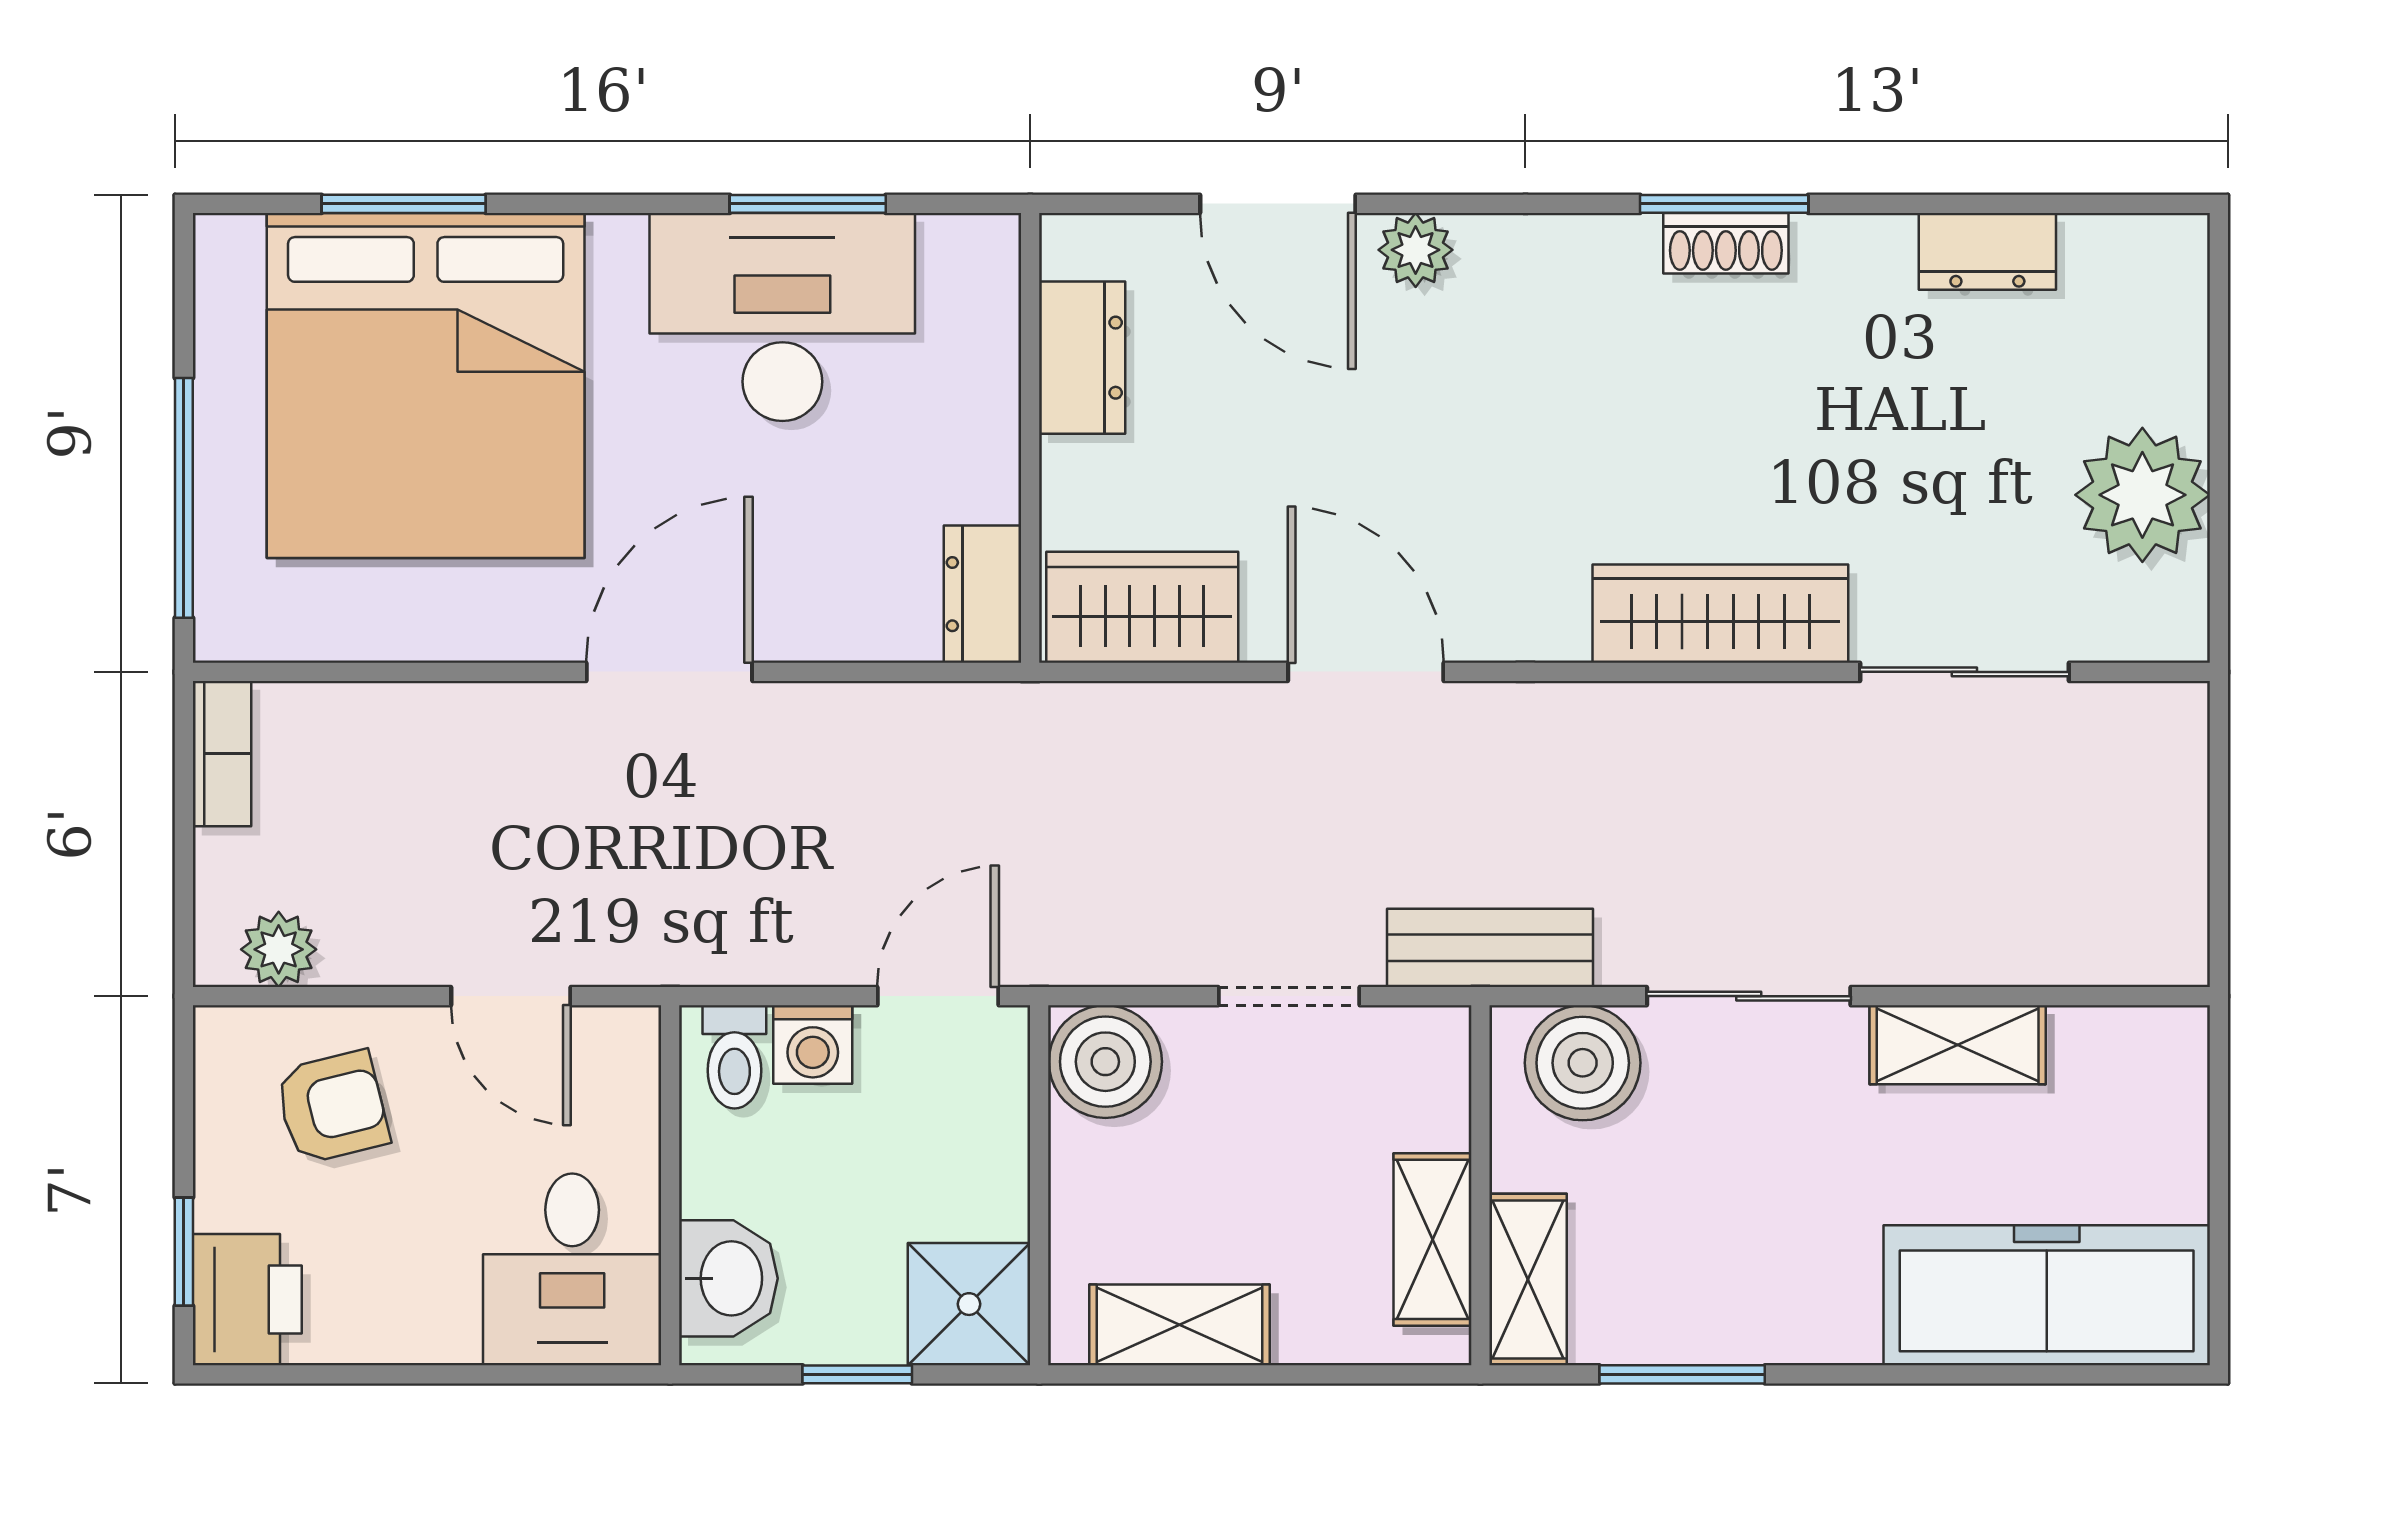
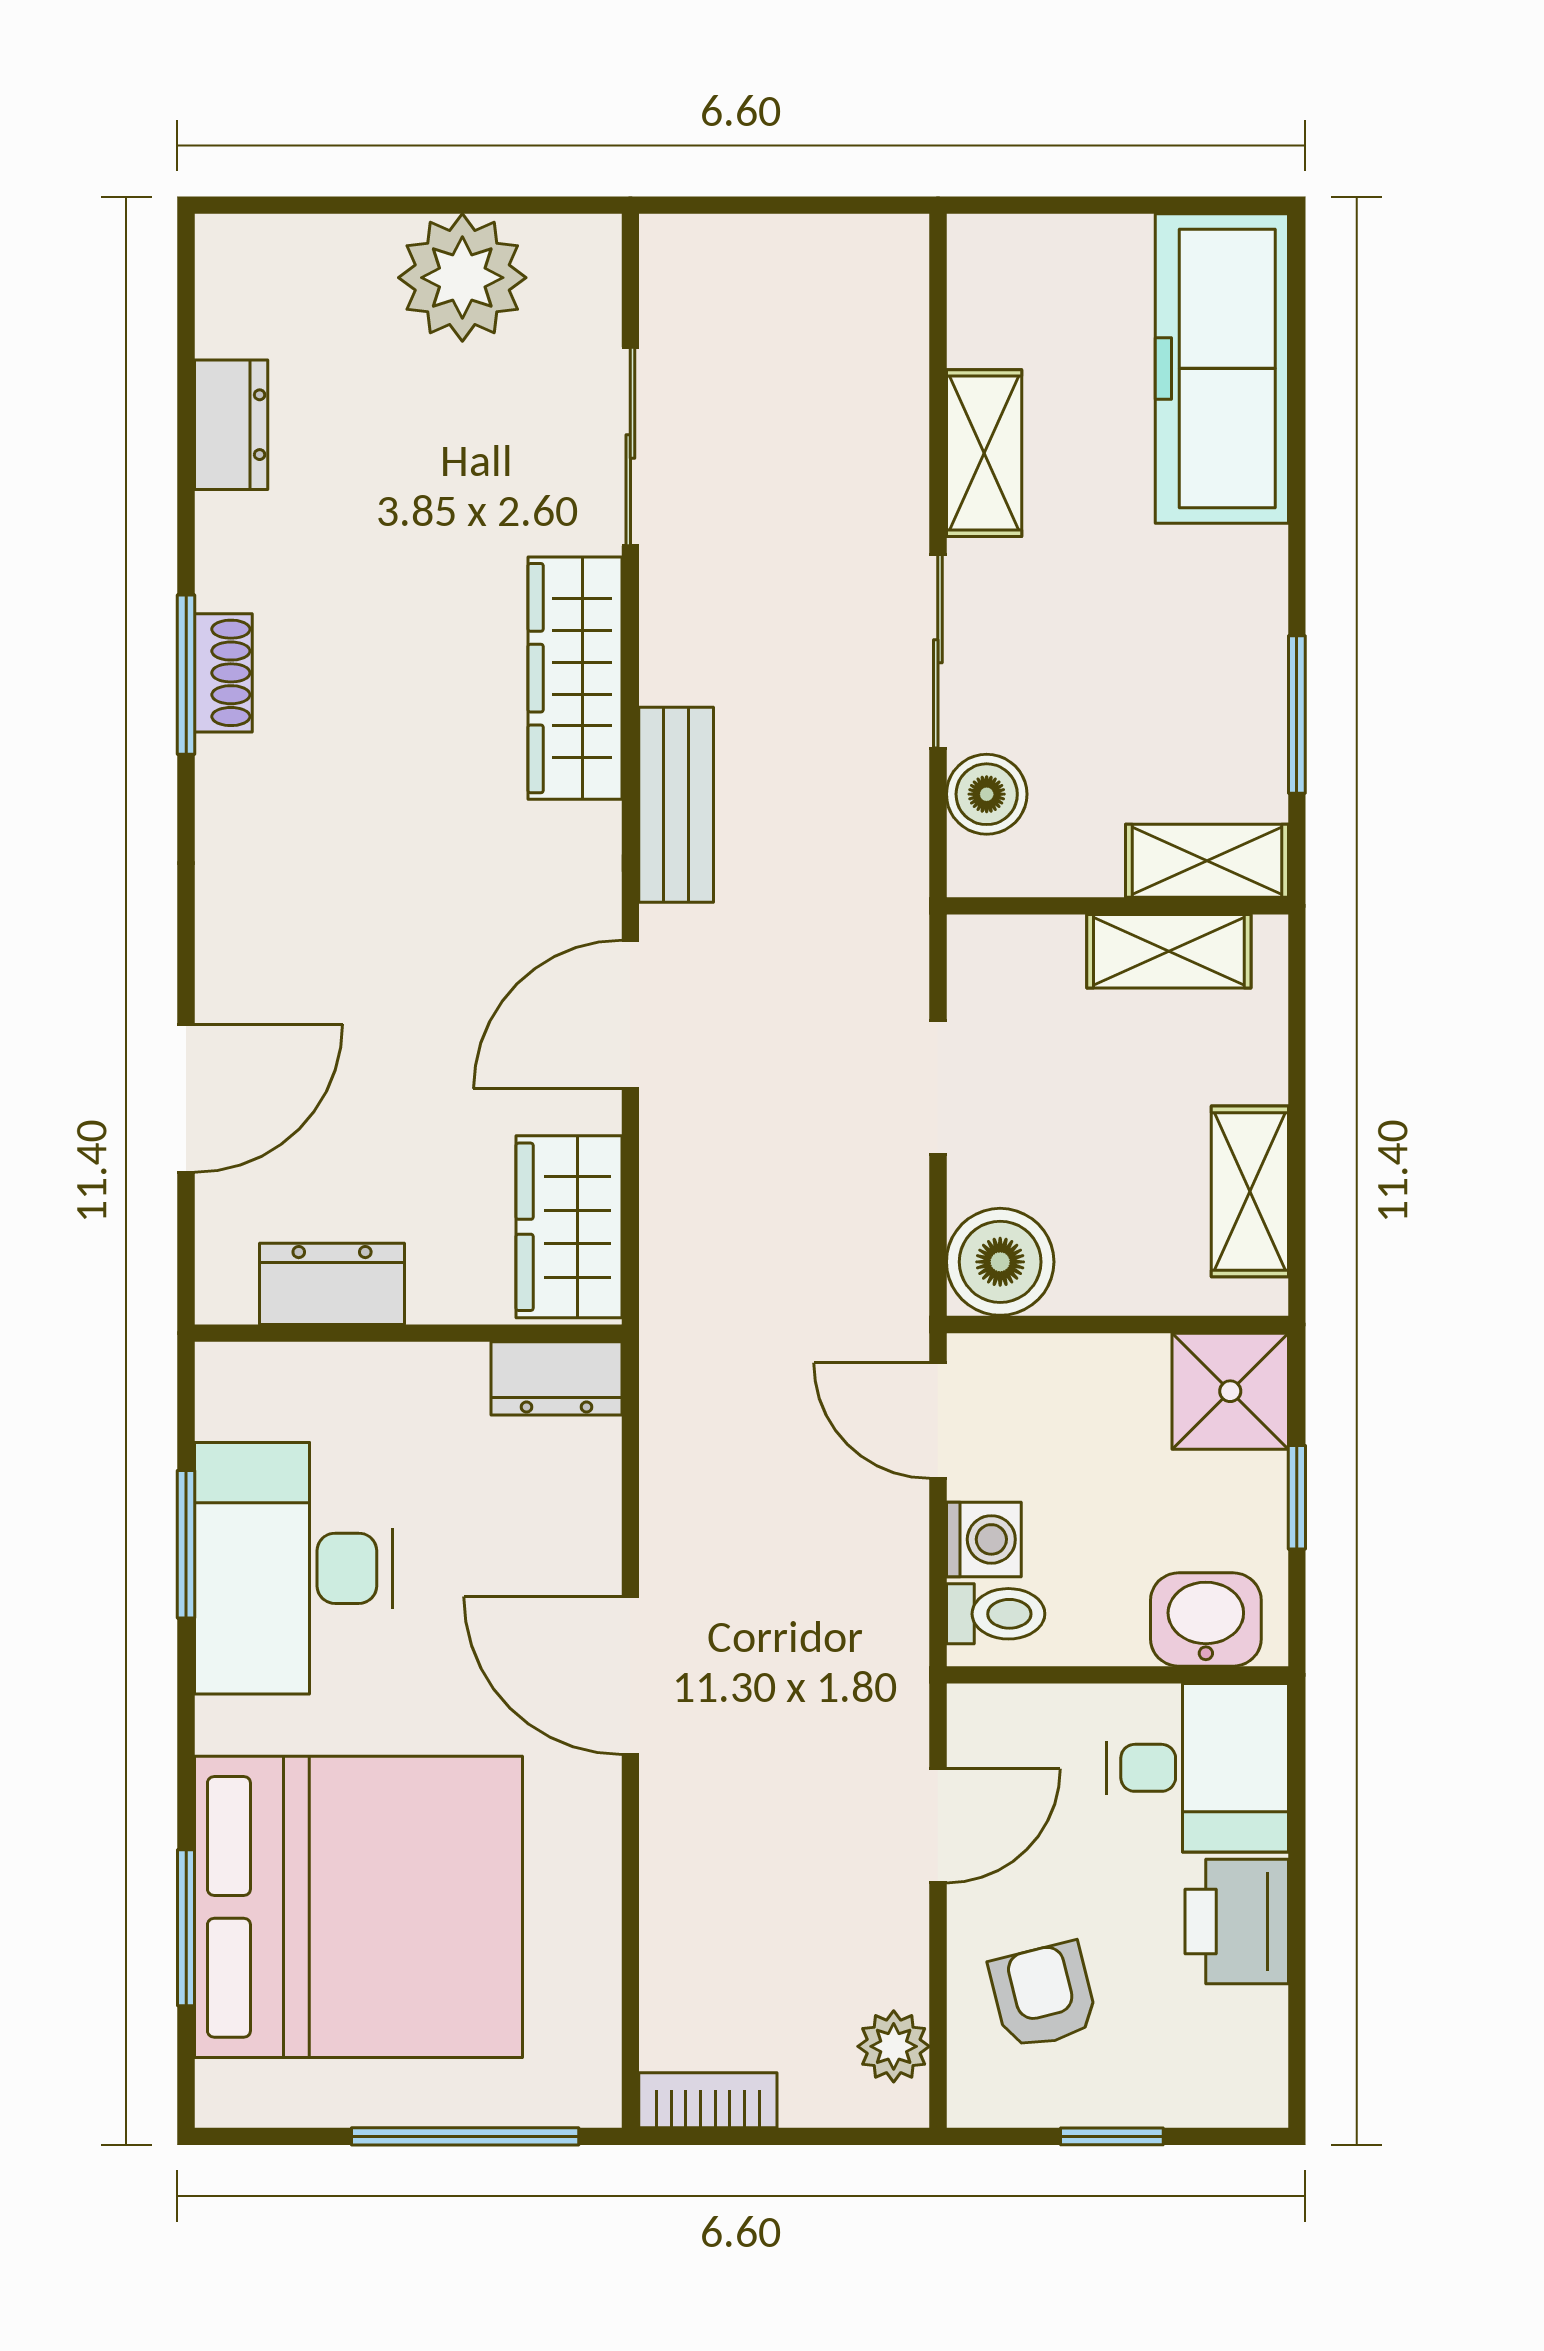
plant: (1416, 250) -> (230, 967), removed
bench: (1490, 948) -> (676, 805), moved
boiler: (1583, 1063) -> (987, 794), width x0.73, depth x0.73
window: (184, 1252) -> (1112, 2136), moved
printer: (247, 1300) -> (1237, 1921), moved, turned -90

